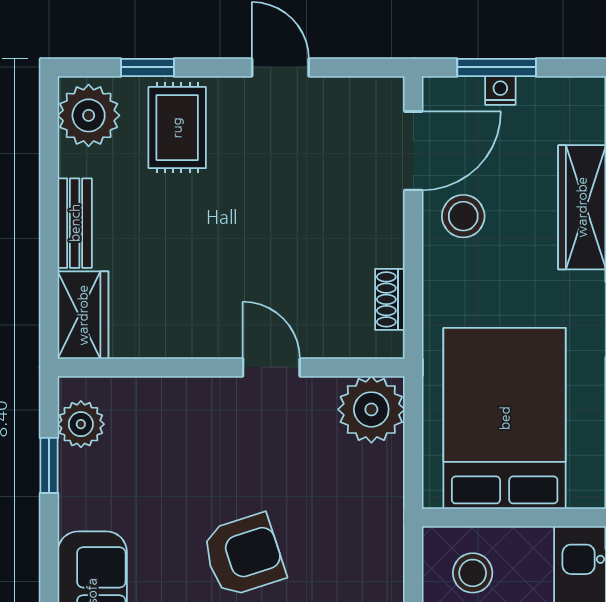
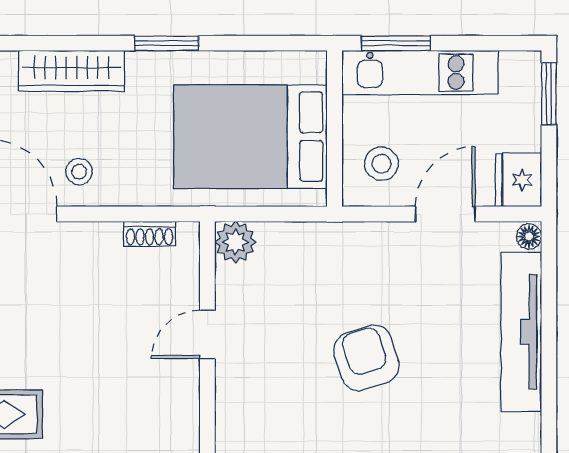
stool: (463, 216) -> (79, 172), width x0.73, depth x0.73
plant: (371, 409) -> (235, 242), width x0.73, depth x0.73

